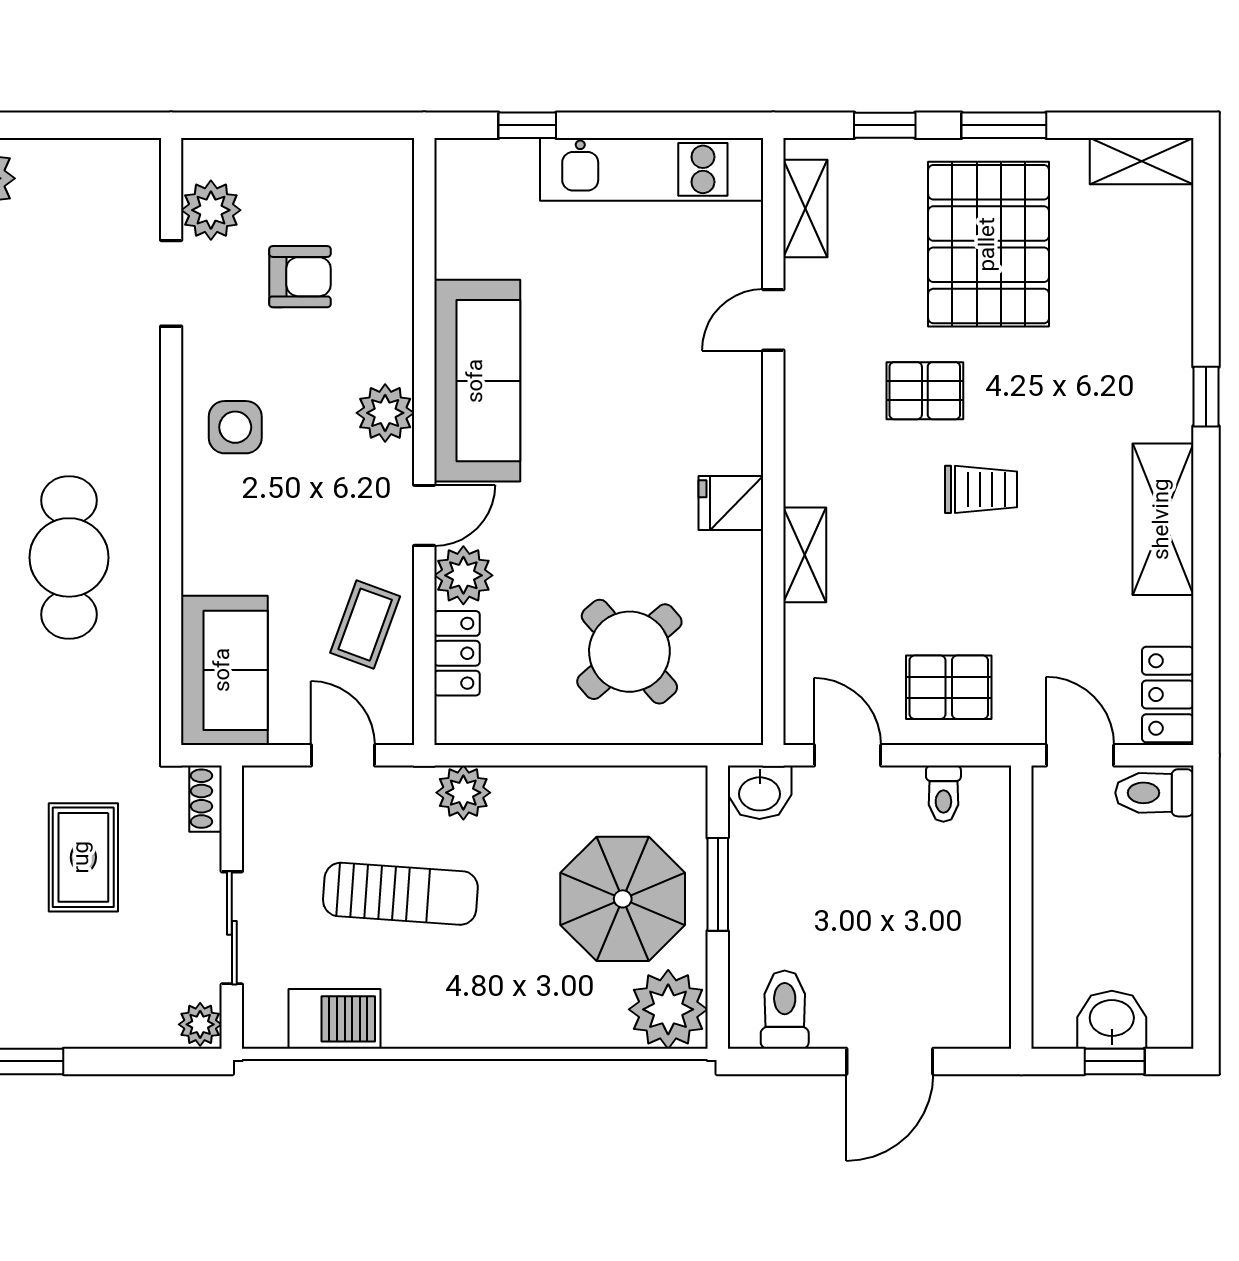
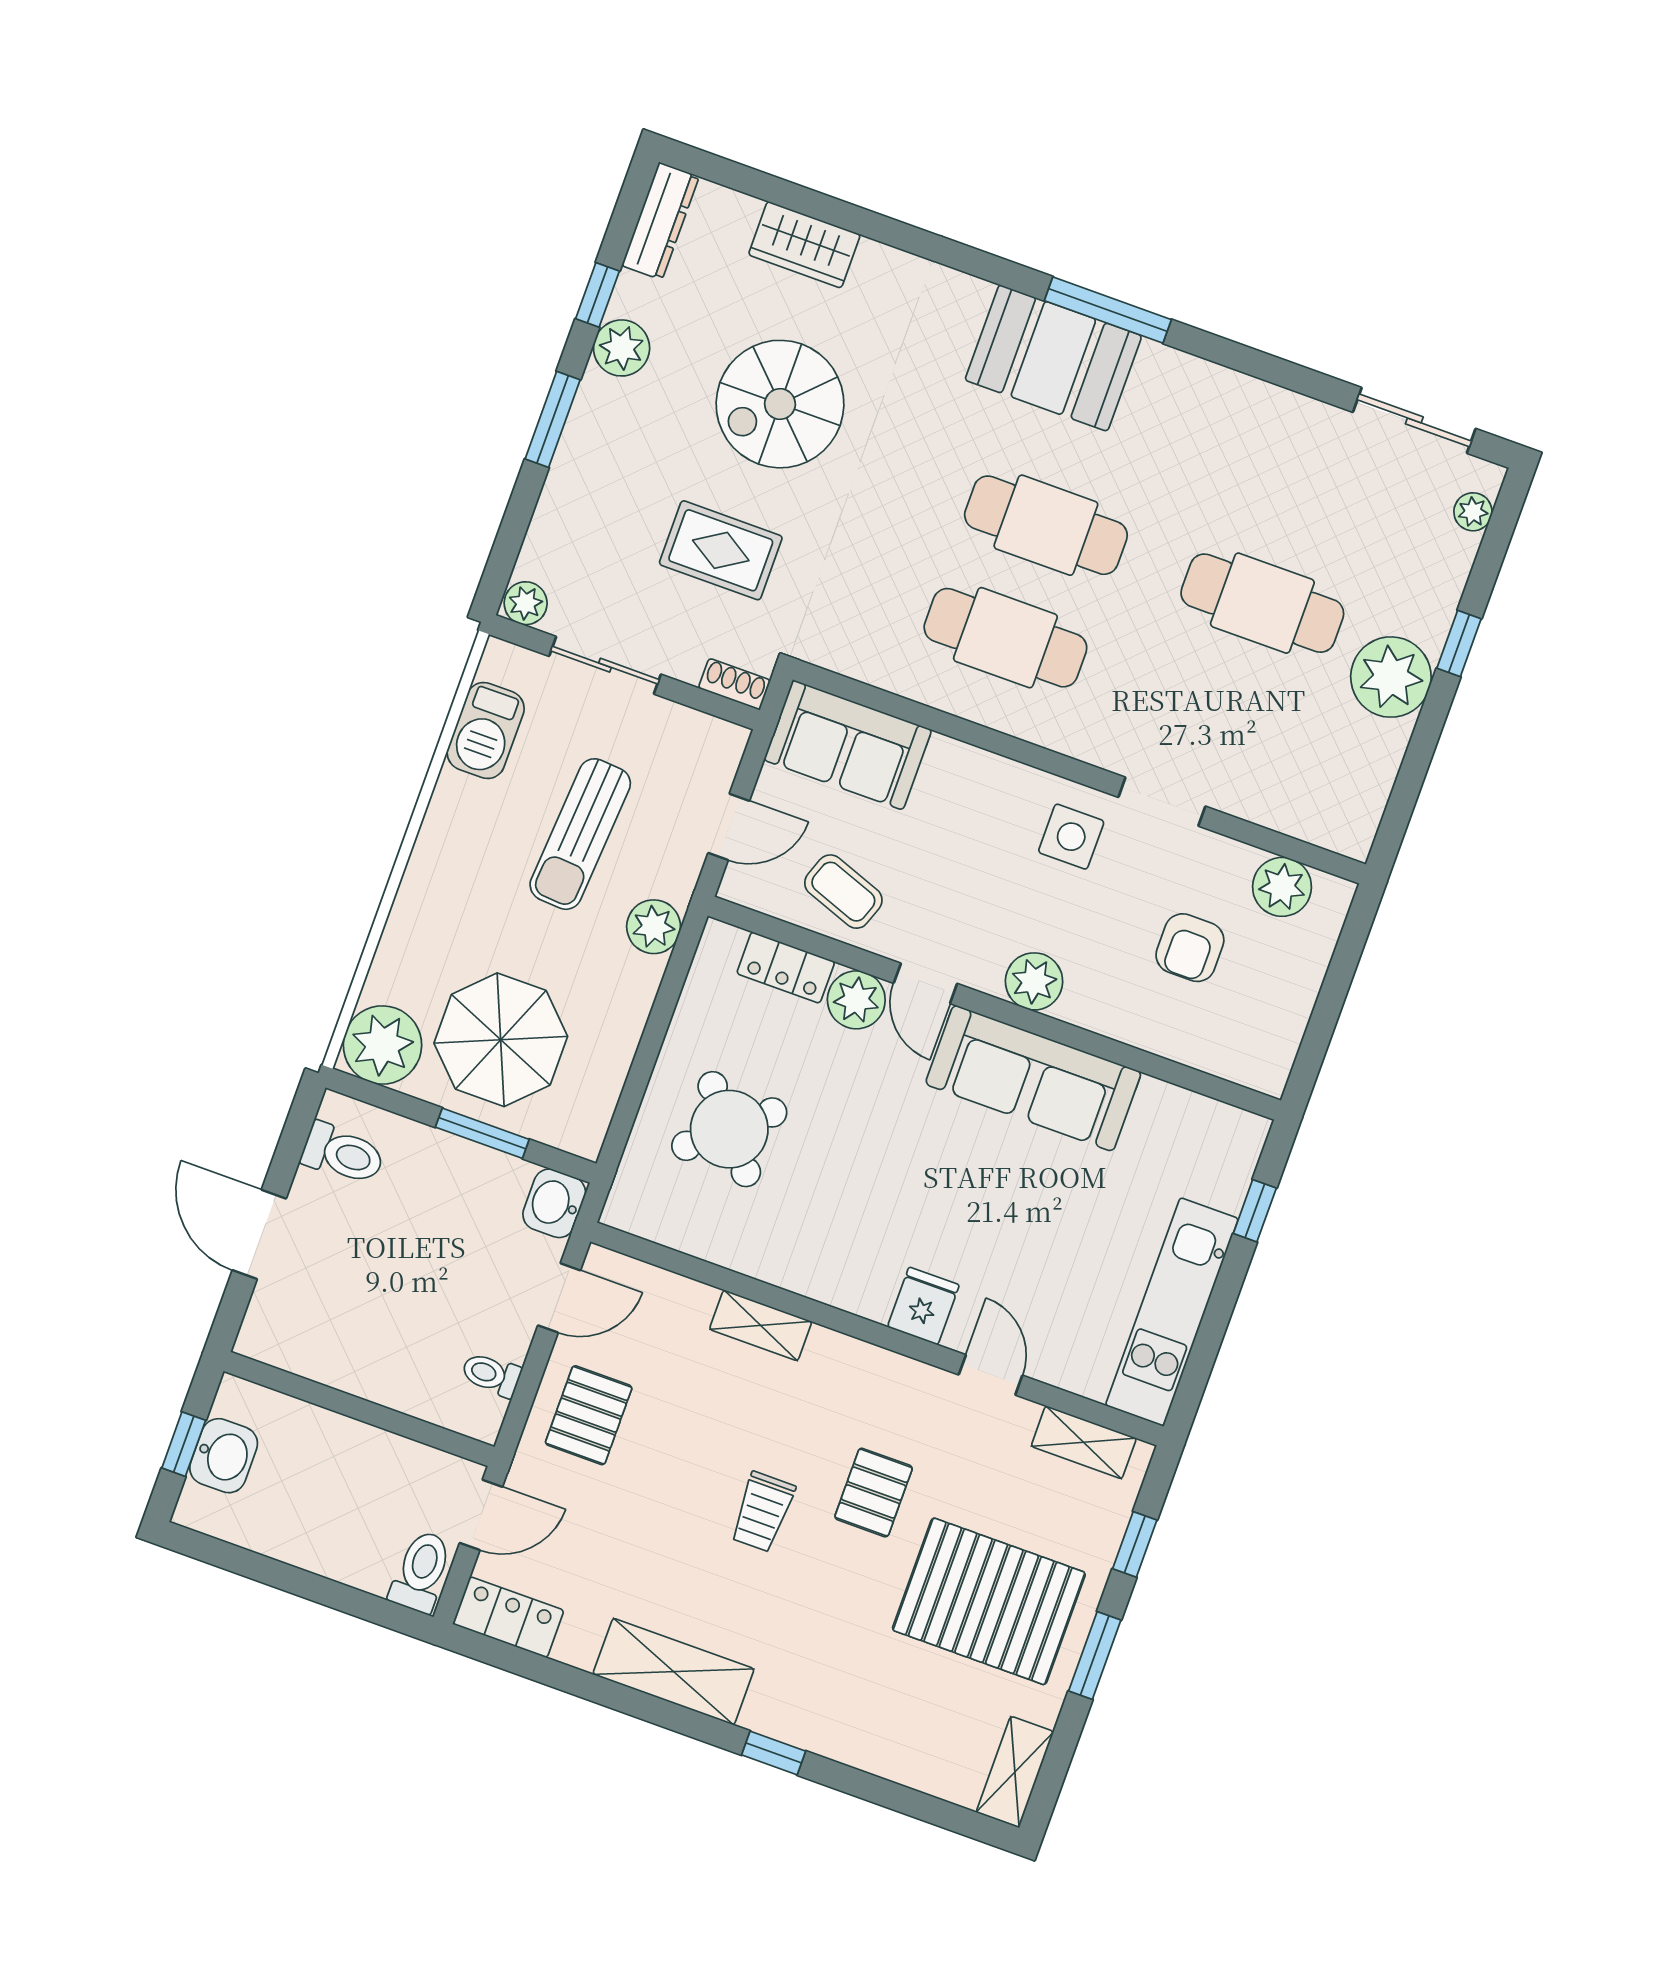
doorway: (171, 283) -> (1162, 802), moved
fridge: (731, 503) -> (923, 1306), moved

